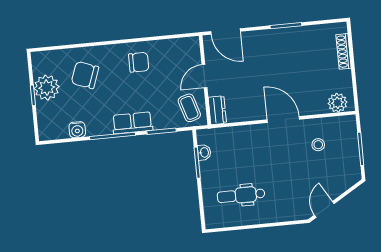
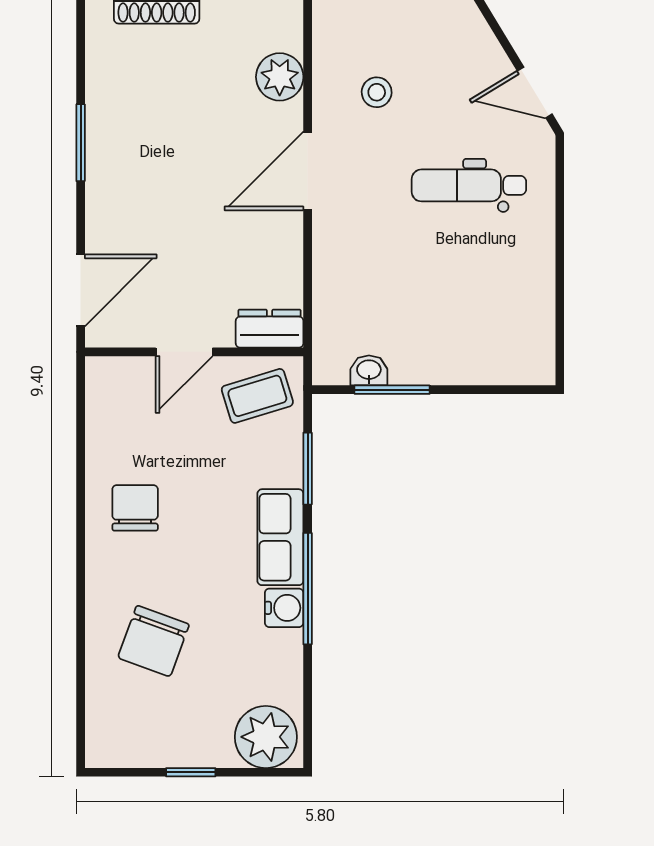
door: (204, 76) -> (184, 352), hinge flipped
plant: (47, 88) -> (266, 737), moved
plant: (337, 103) -> (280, 77), moved
water cooler: (77, 130) -> (284, 608), moved
dental chair: (241, 195) -> (469, 185), moved, turned 90

